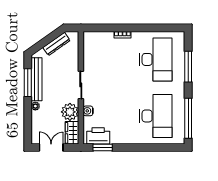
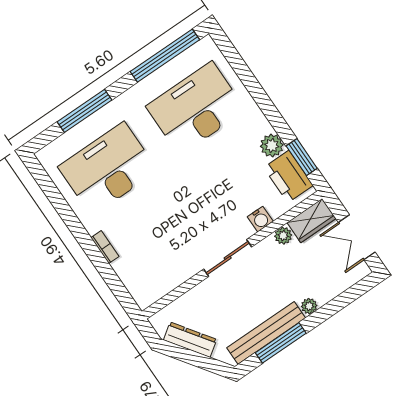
plant: (70, 112) -> (283, 236), width x0.53, depth x0.53
plant: (117, 138) -> (272, 146), added

